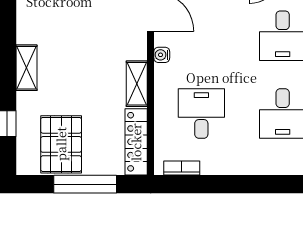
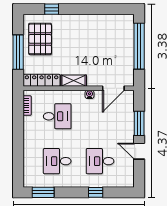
shelving: (27, 68) -> (82, 20), removed
pallet: (61, 144) -> (40, 39), turned 90

